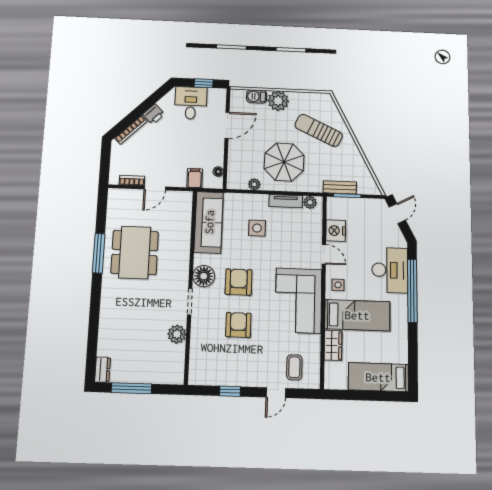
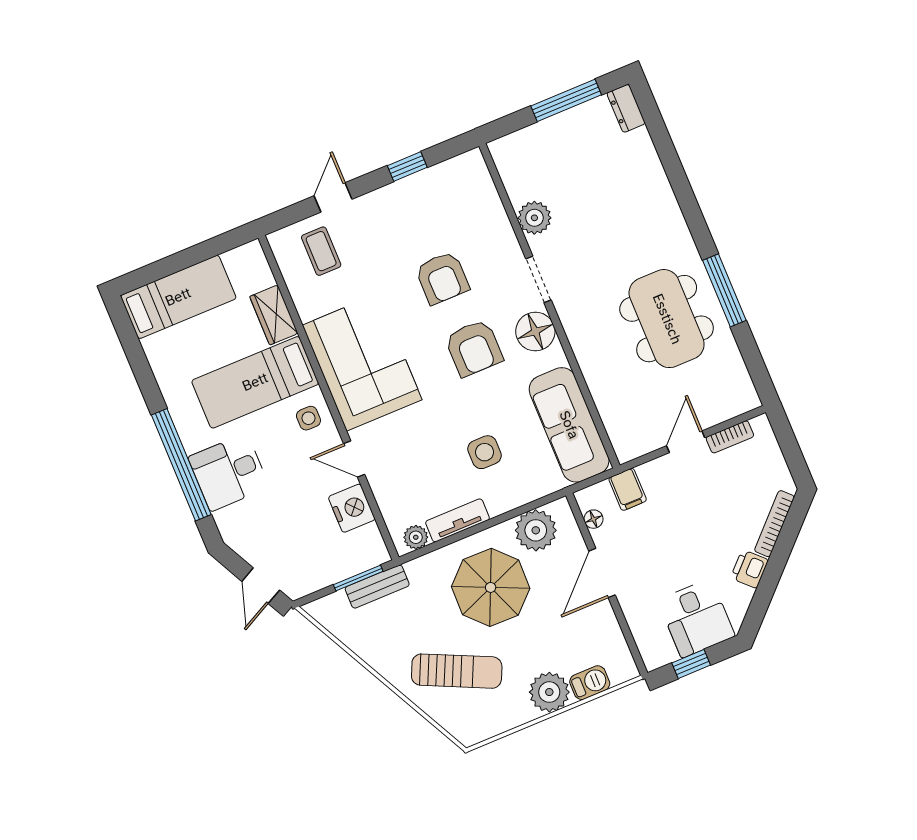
door: (227, 125) -> (602, 573), moved
plant: (254, 184) -> (536, 530), width x1.88, depth x1.88
desk: (390, 270) -> (229, 472), width x0.73

